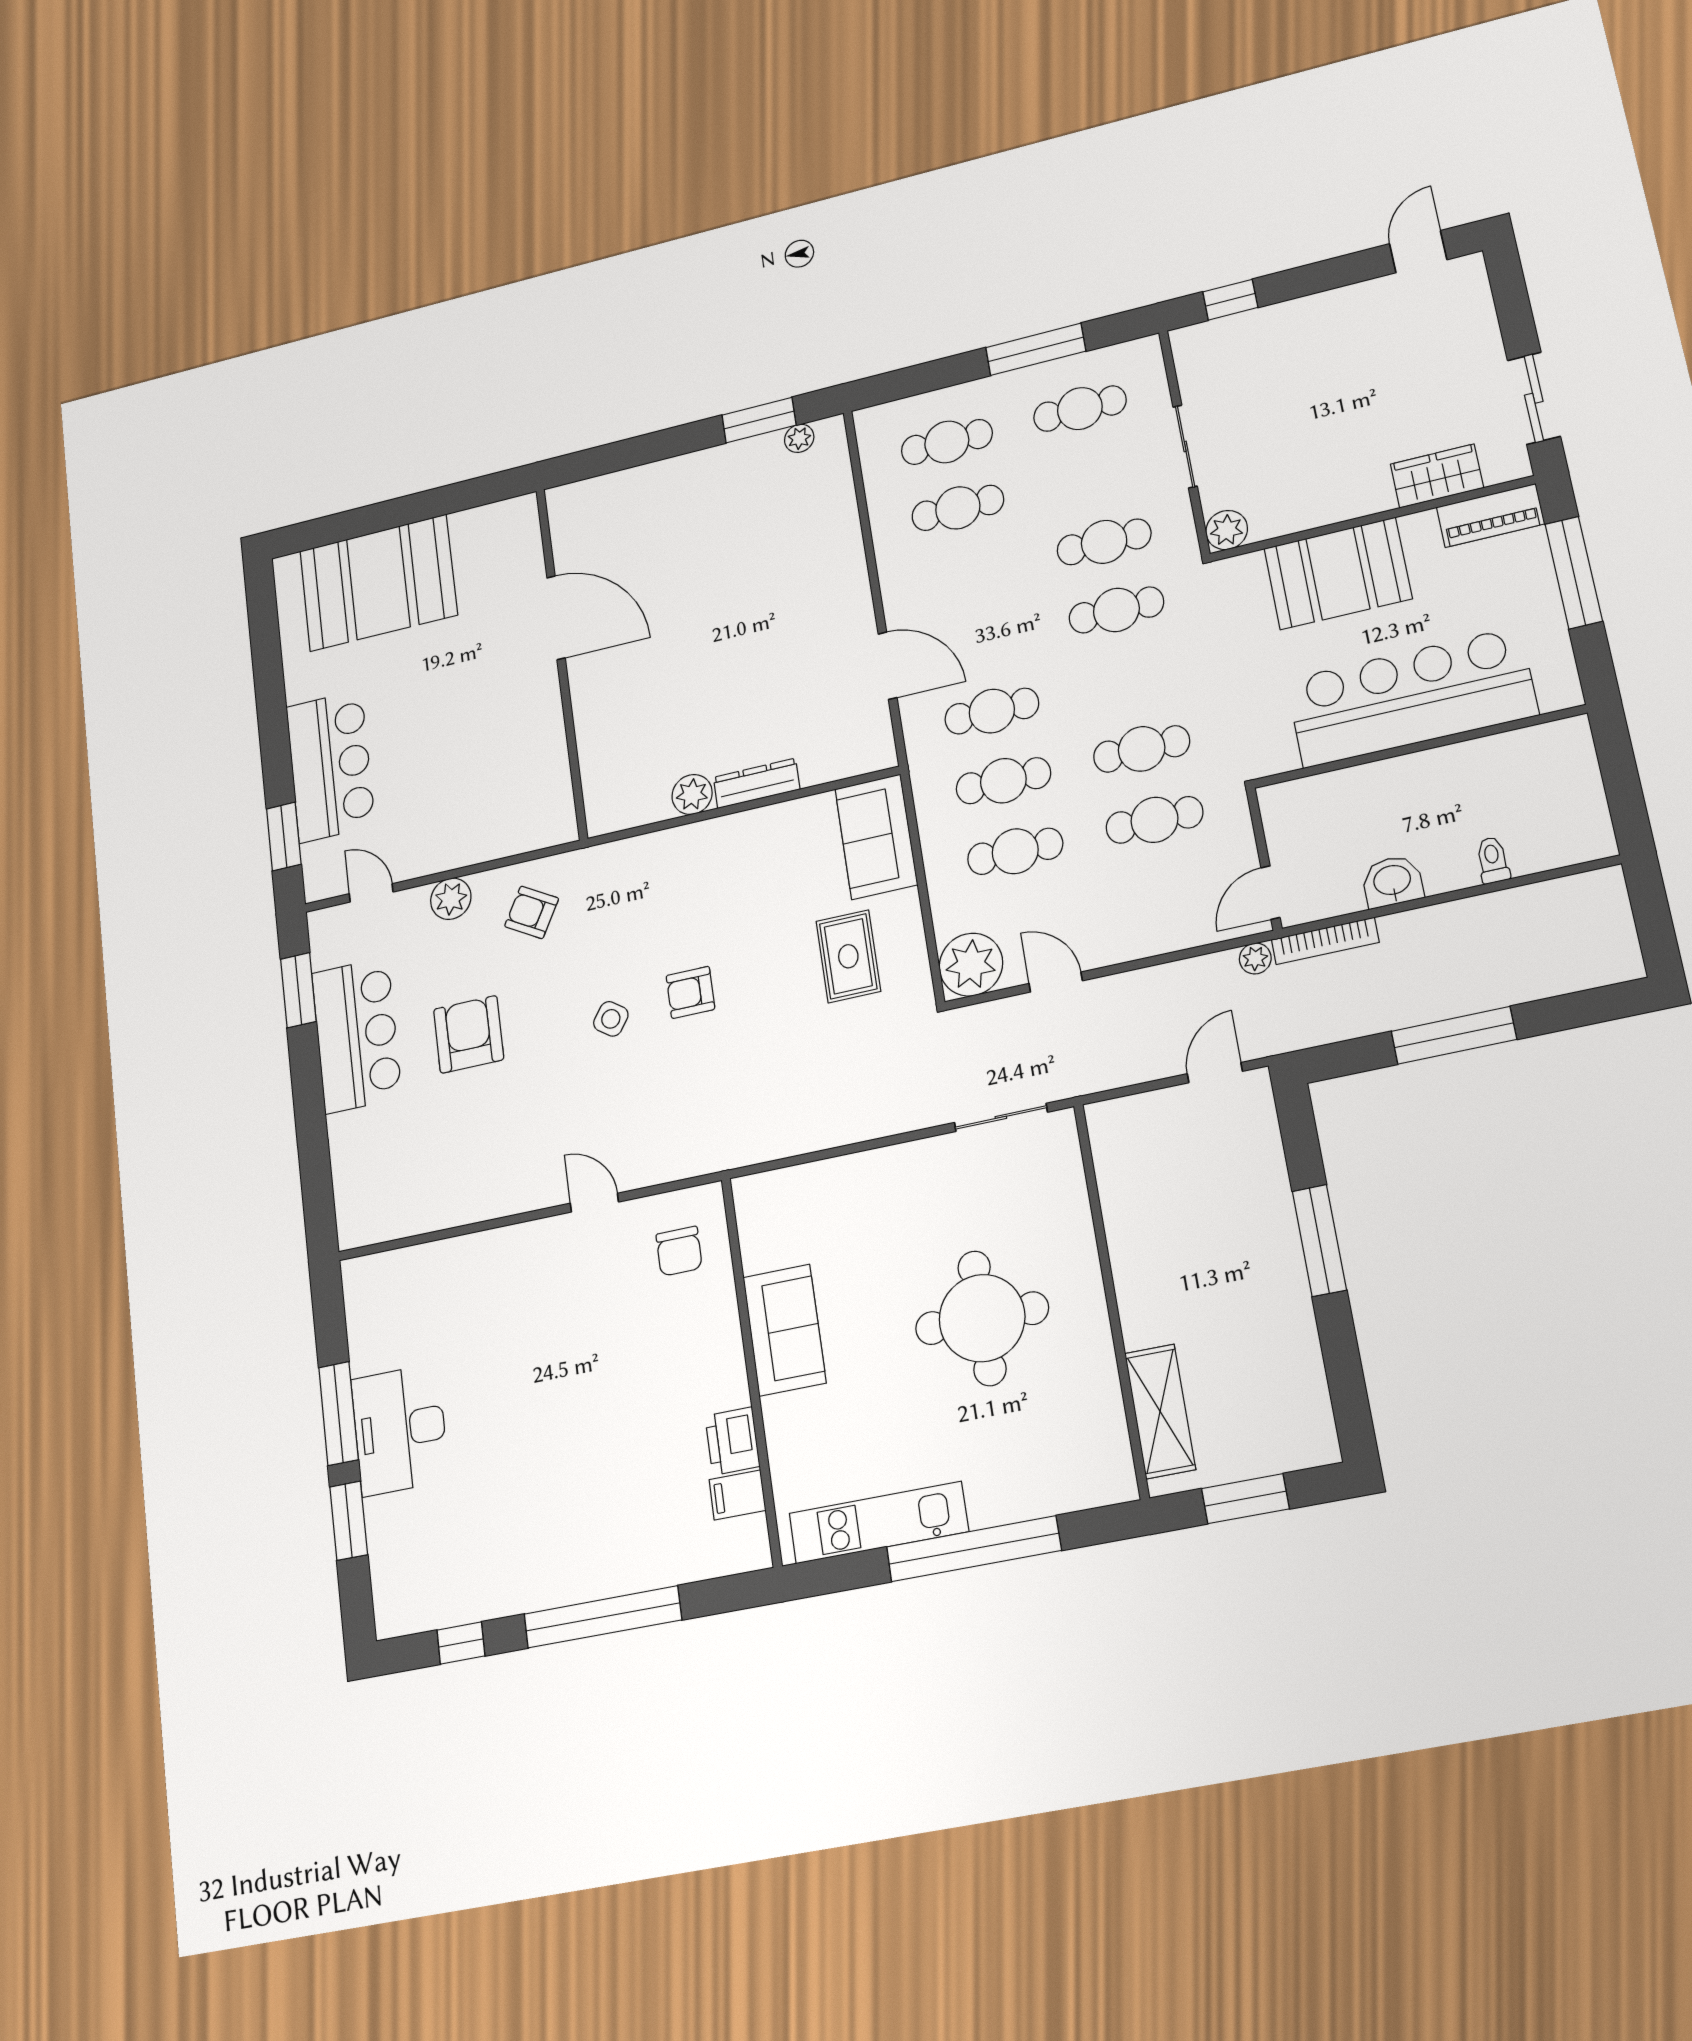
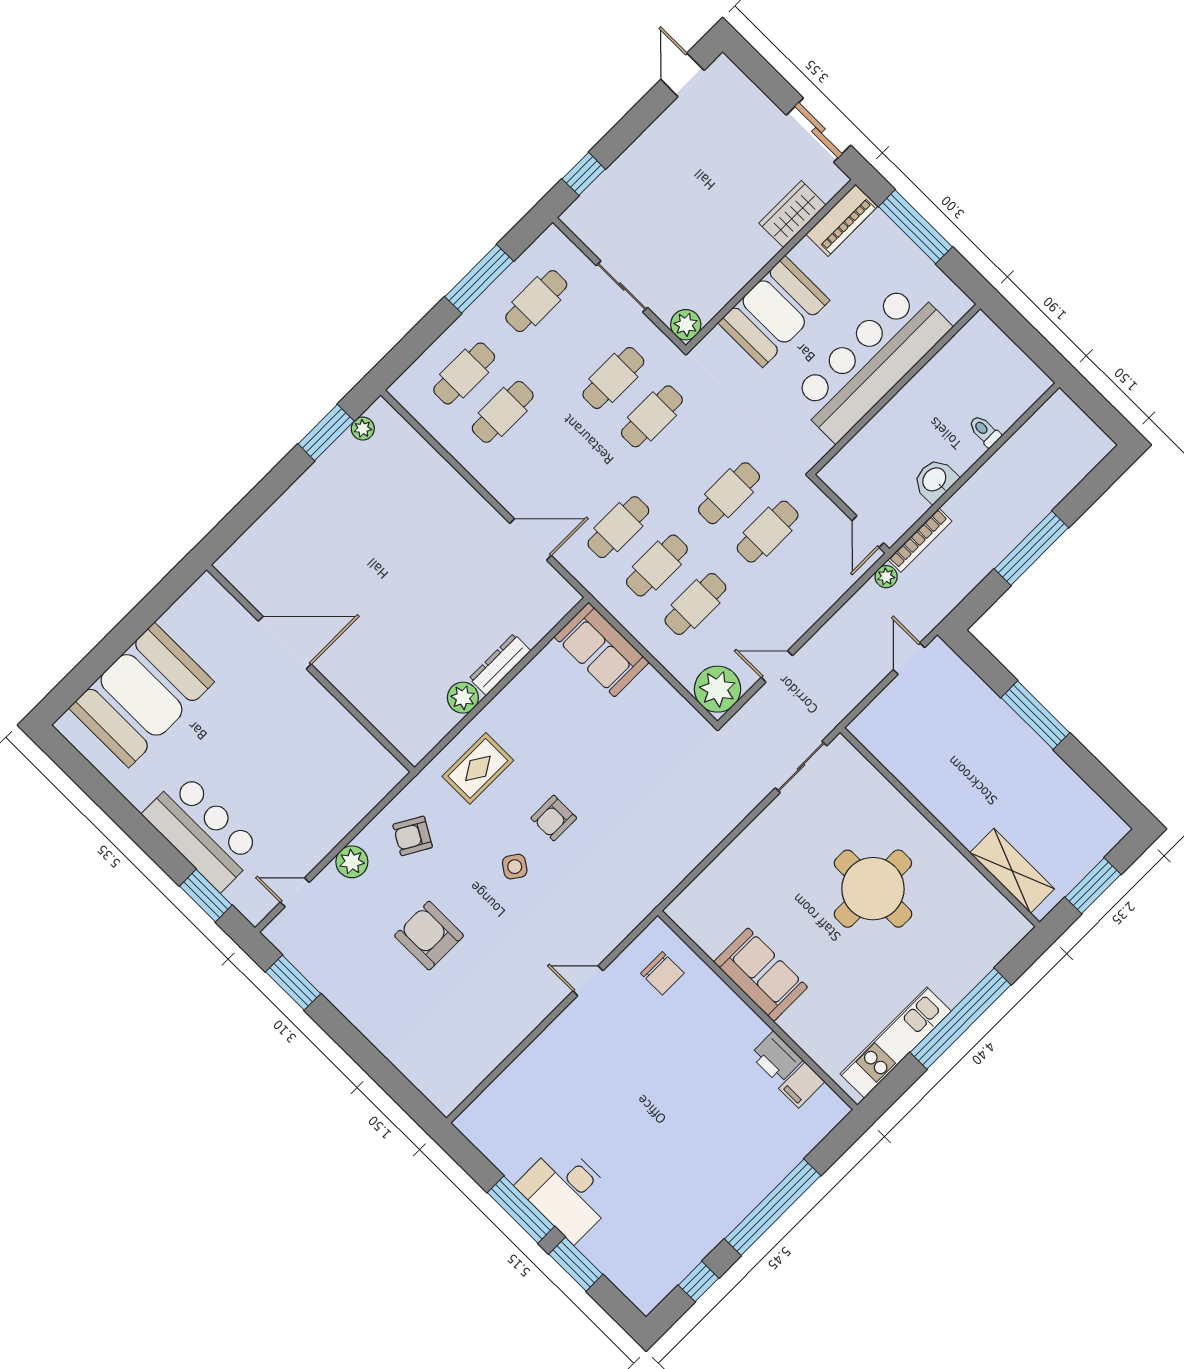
rug: (848, 956) -> (478, 768), moved, turned 90
bar counter: (357, 1035) -> (355, 984), removed

